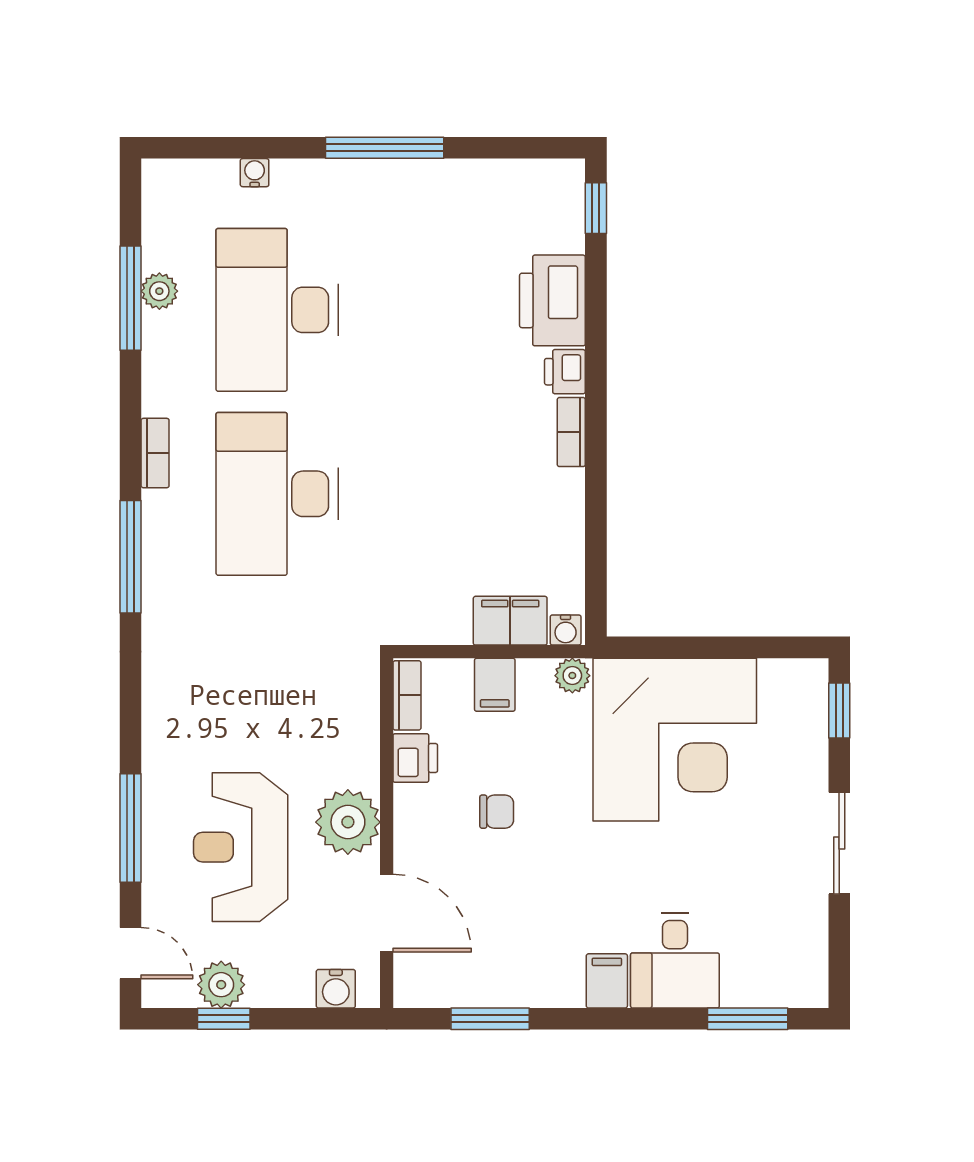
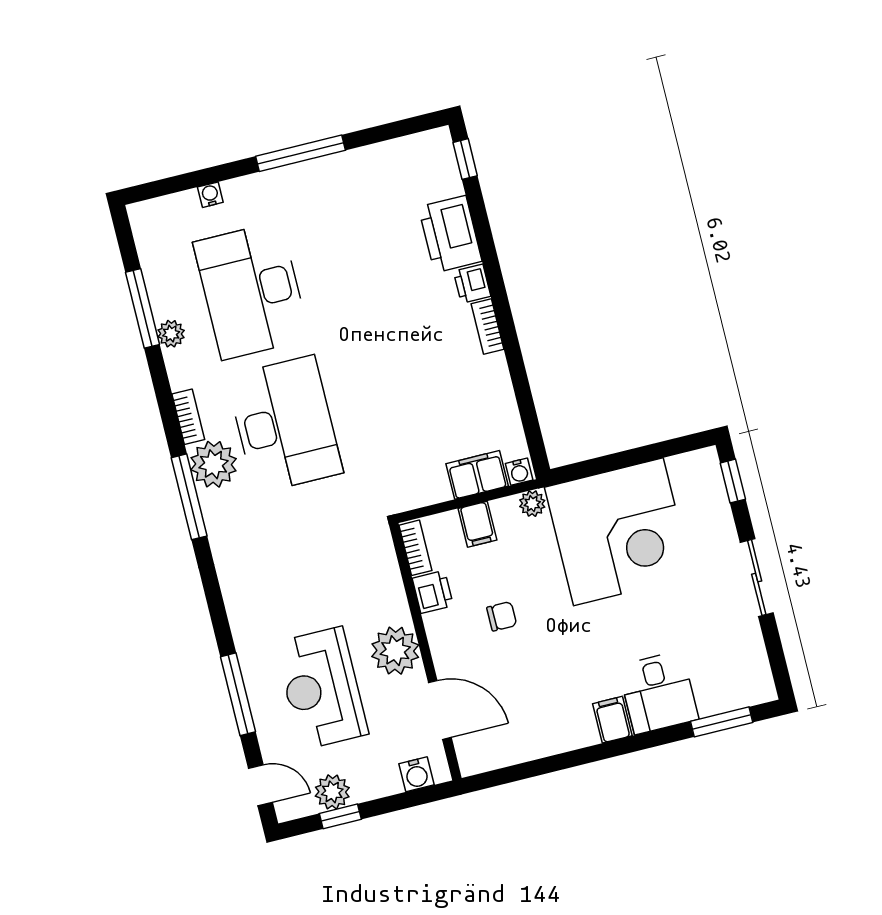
plant: (159, 291) -> (171, 334), moved
desk: (277, 494) -> (285, 424), turned 180
plant: (172, 523) -> (213, 464), added
window: (490, 1019) -> (534, 768), removed

